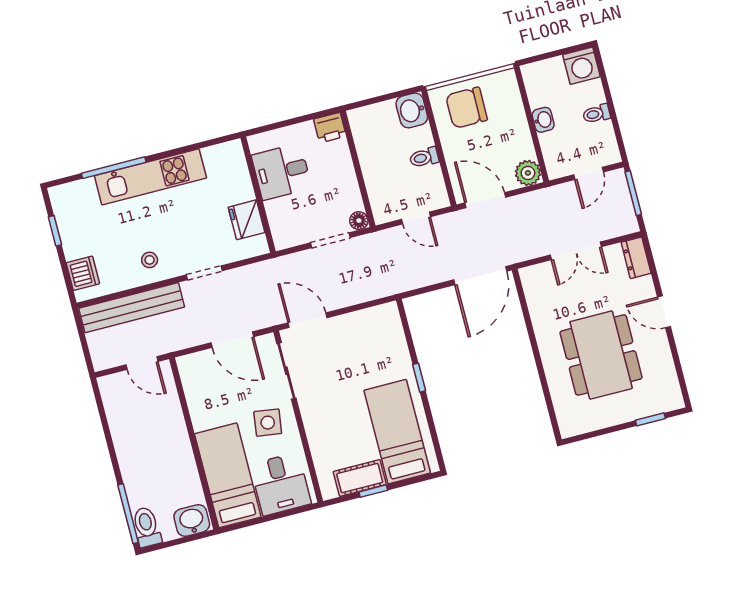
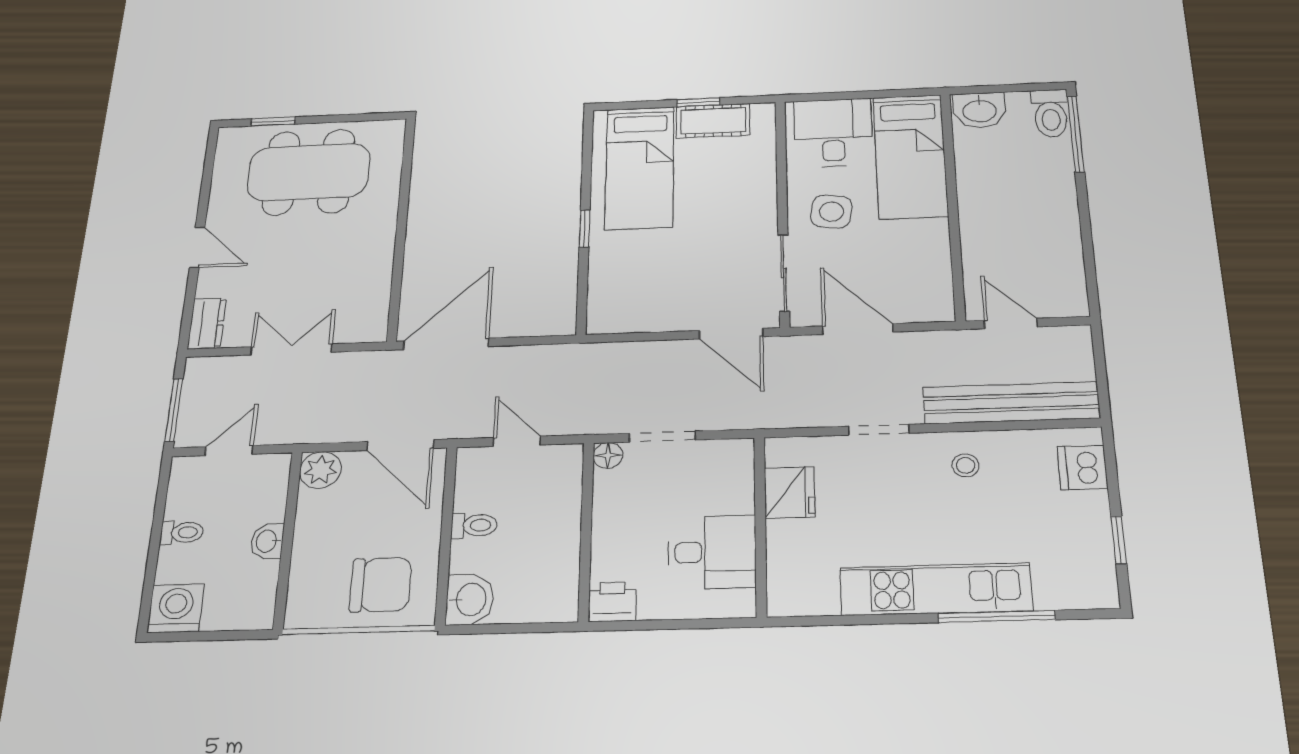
dining table: (601, 355) -> (309, 172), moved, turned 90

